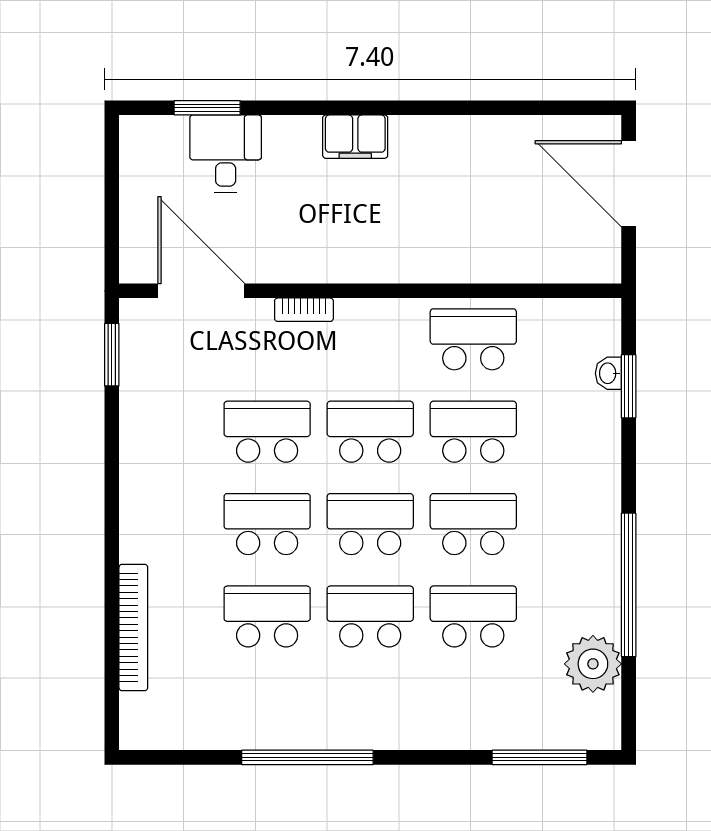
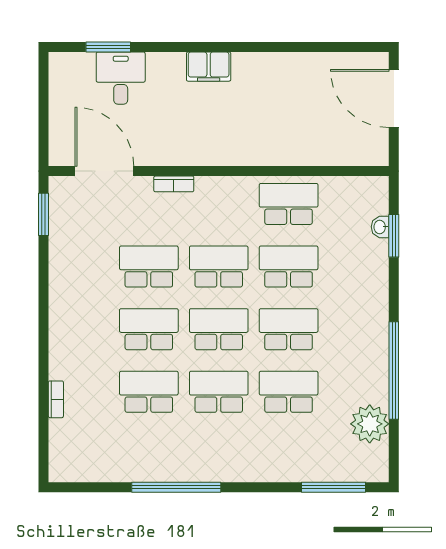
bookcase: (133, 628) -> (56, 399), width x0.43, depth x0.76

